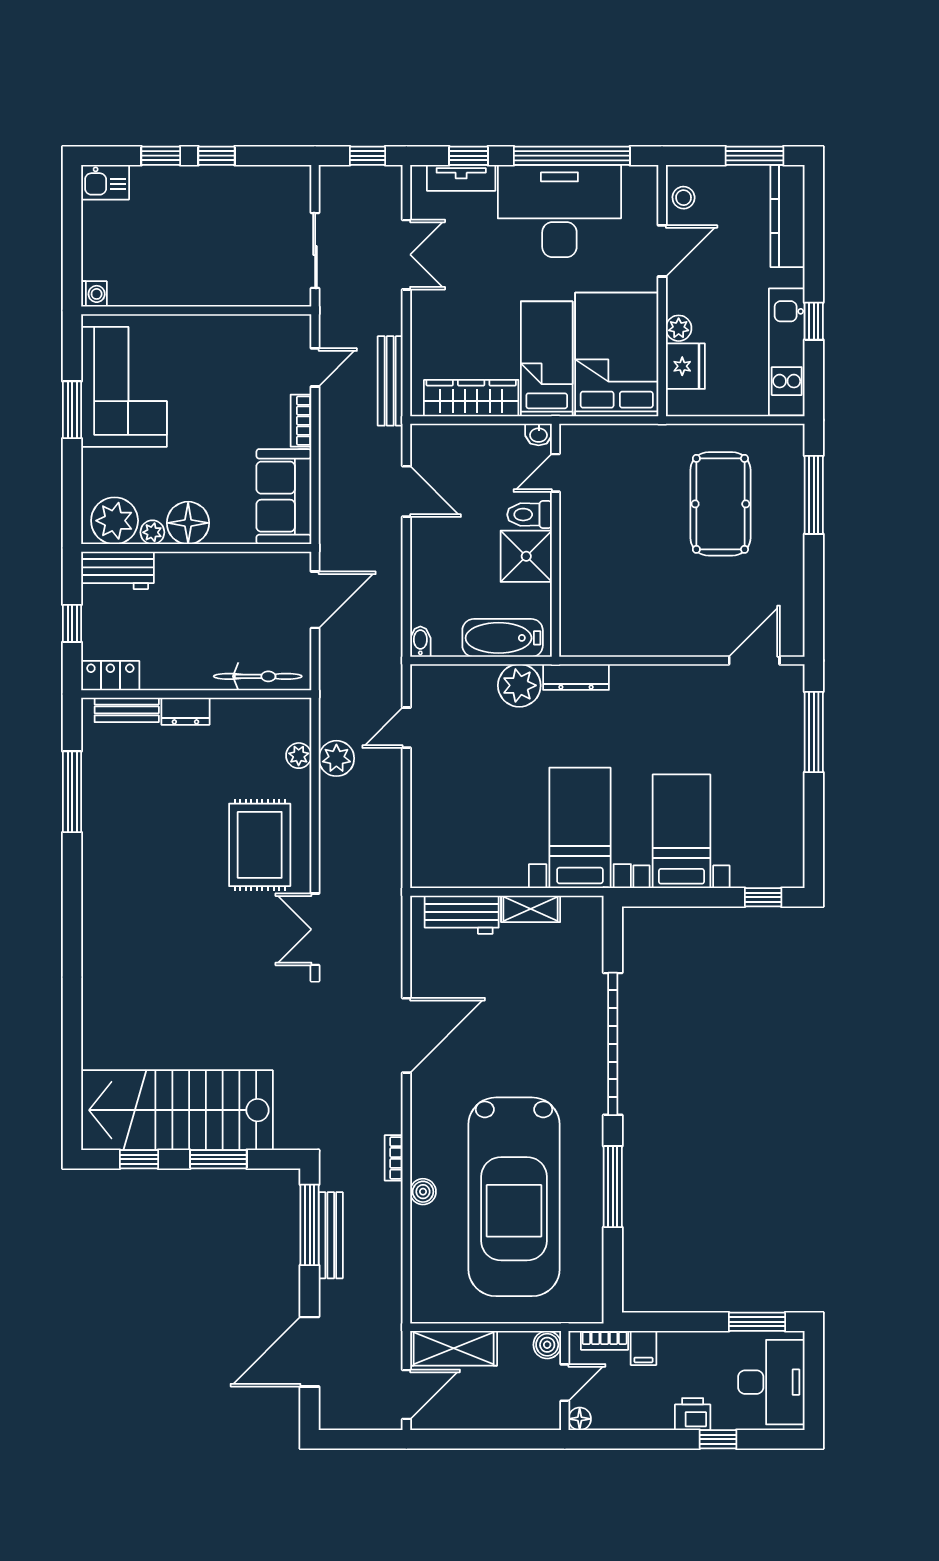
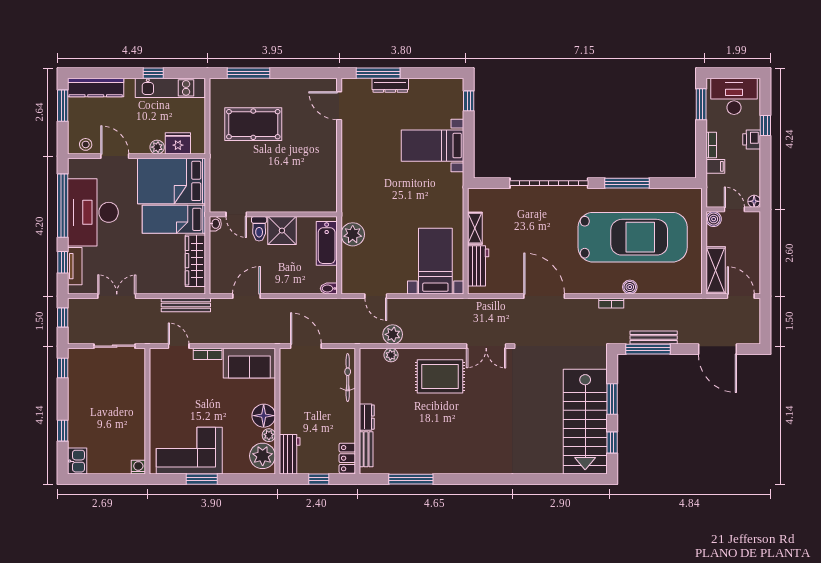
window: (216, 156) -> (63, 368), moved
dresser: (576, 677) -> (390, 85), moved, turned 90
bed with nightstands: (580, 828) -> (435, 261), moved, turned 90
bookcase: (605, 1340) -> (711, 145), moved

